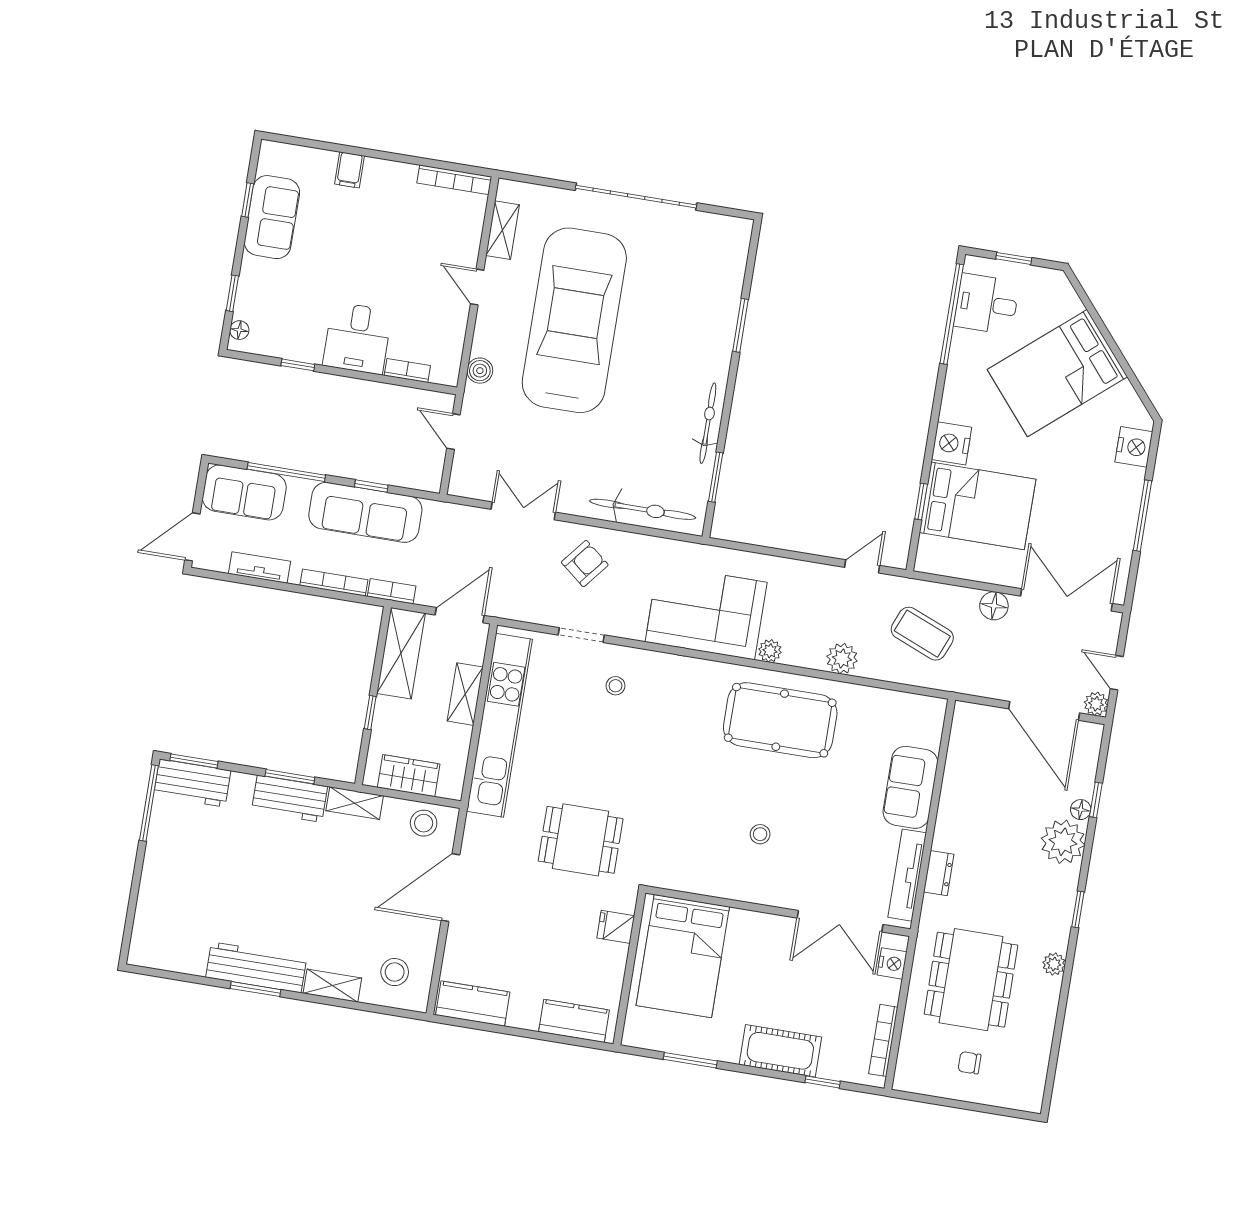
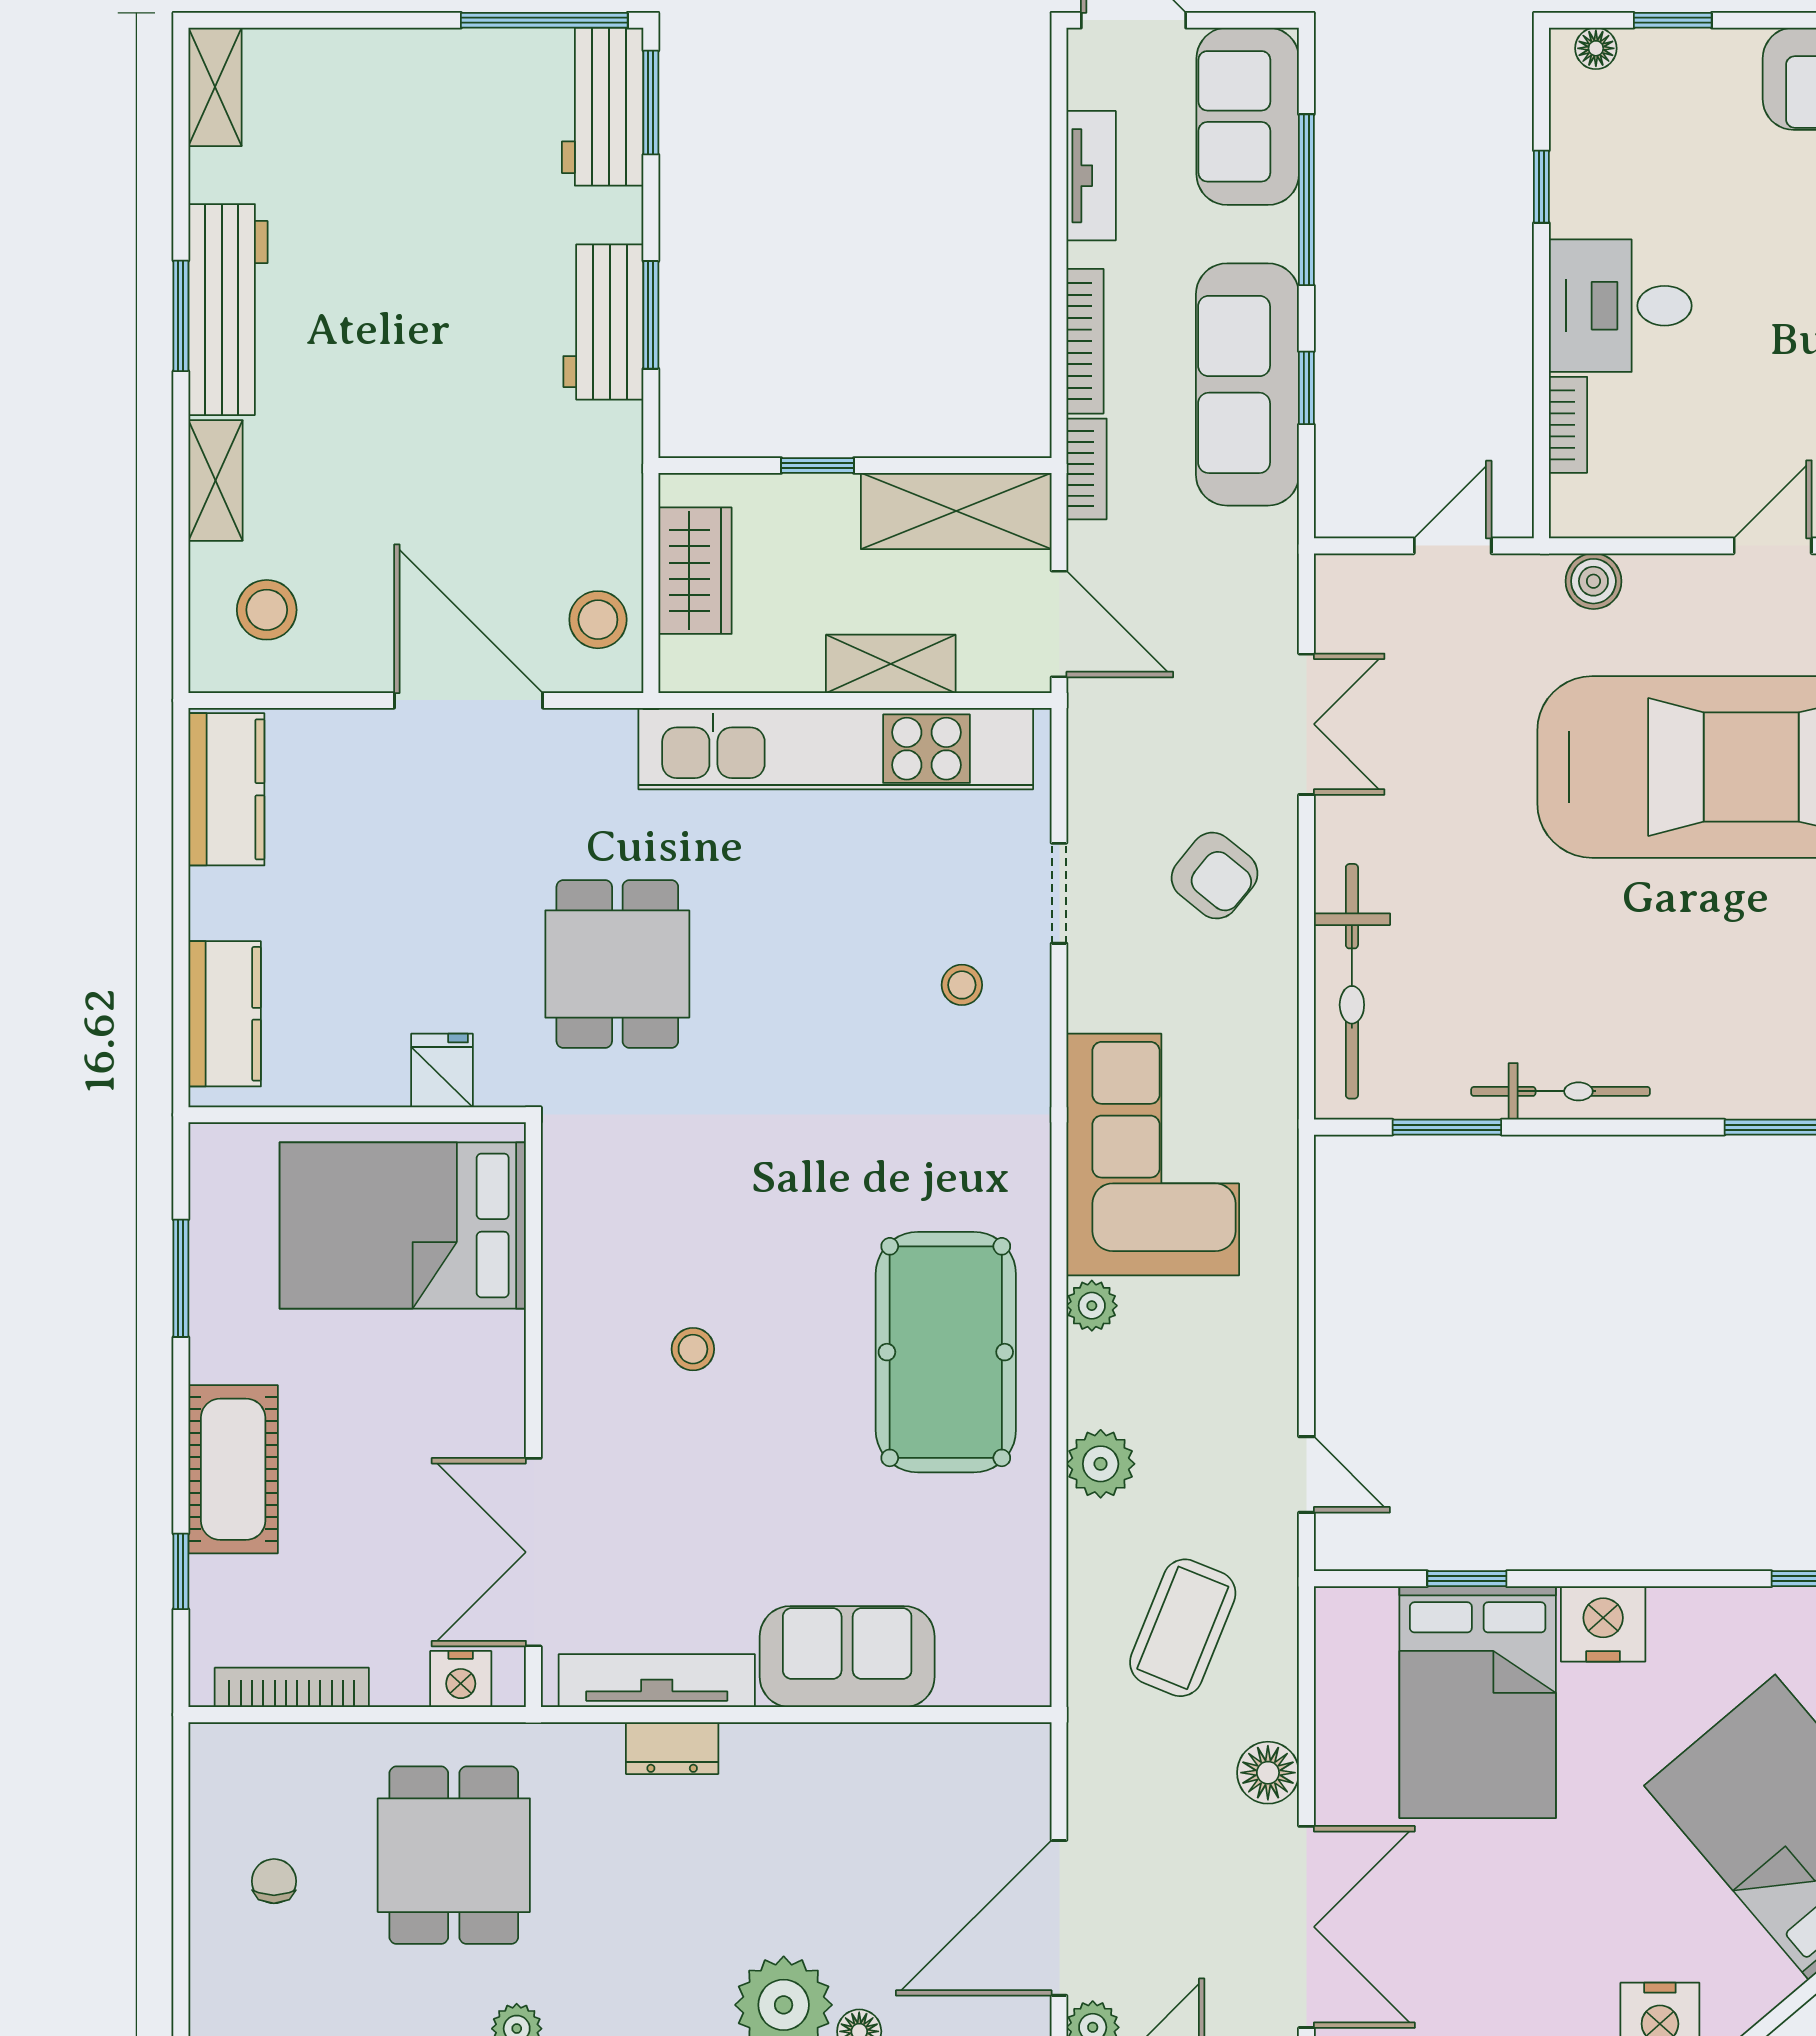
shelving: (355, 803) -> (215, 87), moved
dining table: (971, 980) -> (454, 1855), width x0.73

